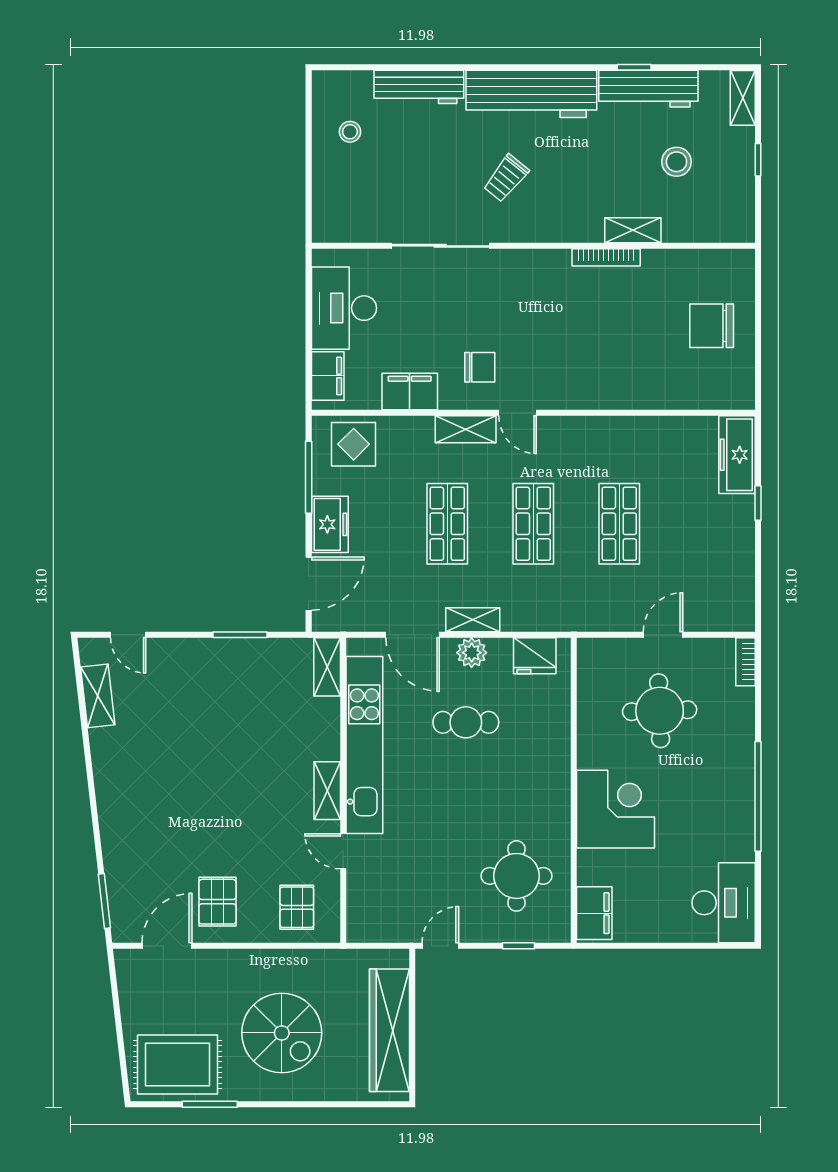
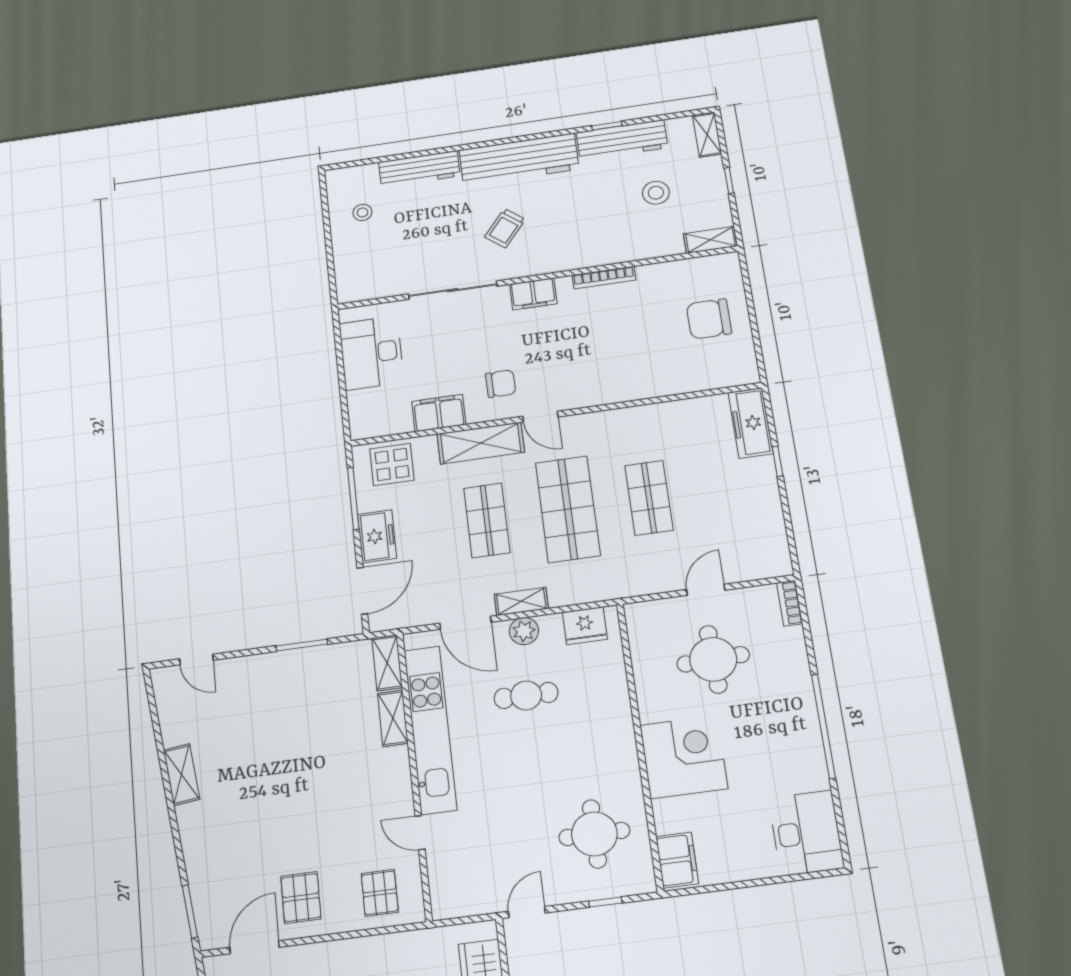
shelving: (633, 230) -> (710, 240), moved
filing cabinet: (328, 376) -> (533, 294), moved, turned 90
shelving: (466, 429) -> (481, 443), width x1.50, depth x1.33
shop shelf: (533, 524) -> (568, 509), width x1.43, depth x1.36
shelving: (98, 696) -> (182, 775), moved
shelving: (327, 791) -> (393, 718), moved

